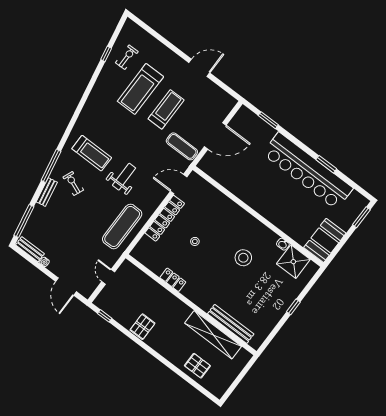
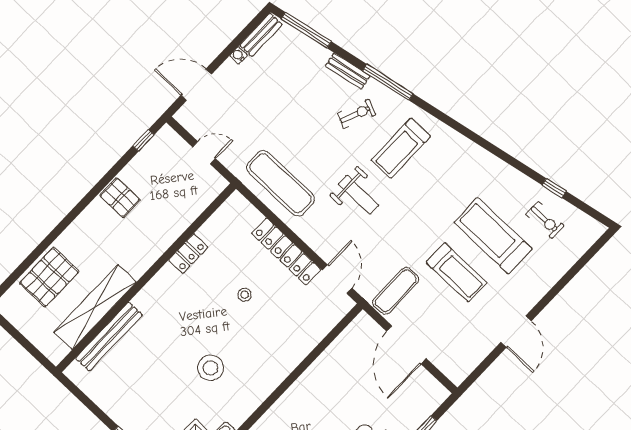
pallet: (197, 366) -> (49, 277), width x1.50, depth x1.42

